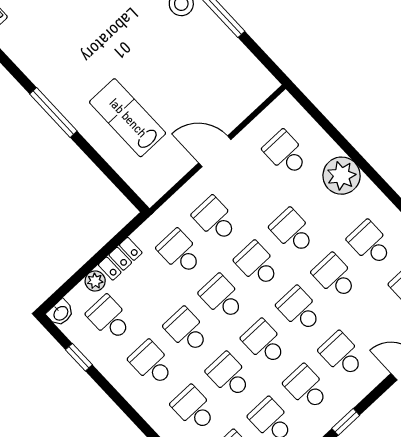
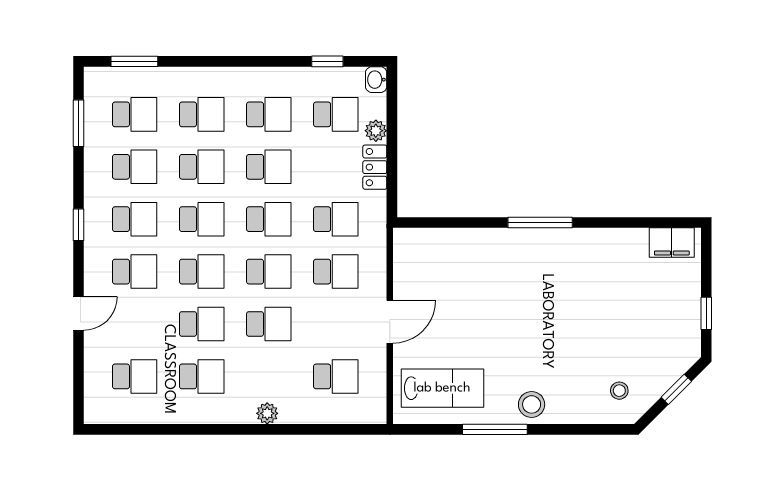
lab bench: (128, 118) -> (442, 388), moved
plant: (342, 176) -> (267, 413), width x0.53, depth x0.53

